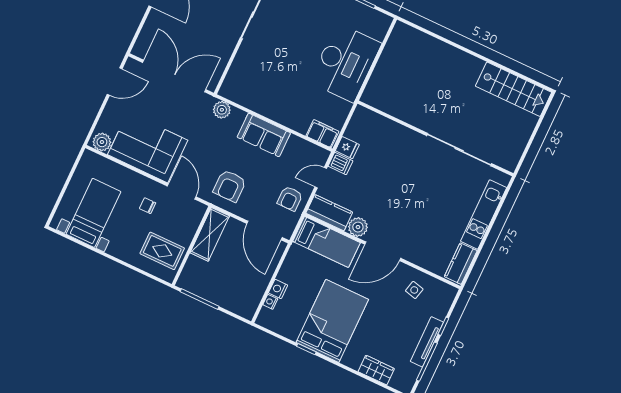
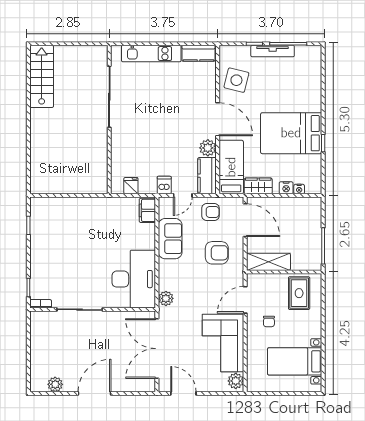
desk: (345, 63) -> (134, 279), moved, turned 90
sofa: (264, 135) -> (170, 239), moved
fridge: (347, 148) -> (131, 186), moved
door: (321, 178) -> (183, 195), hinge flipped
armchair: (230, 186) -> (217, 253), moved
door: (264, 230) -> (245, 220), hinge flipped
side table: (414, 290) -> (236, 80), width x1.87, depth x1.87
wardrobe: (376, 370) -> (258, 186), moved, turned 90

